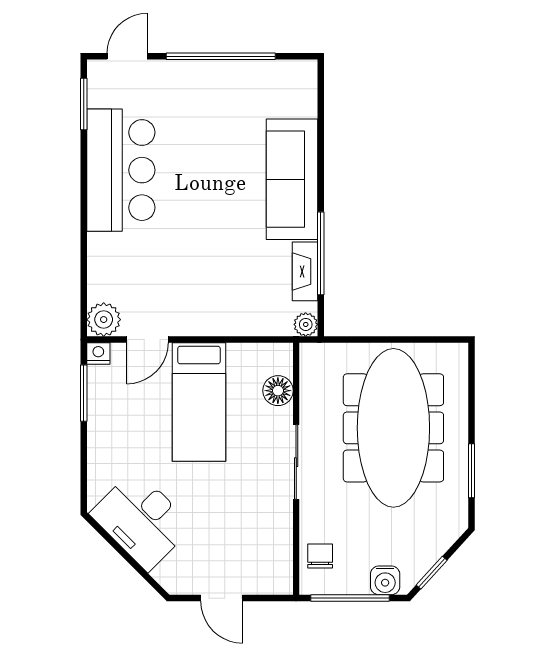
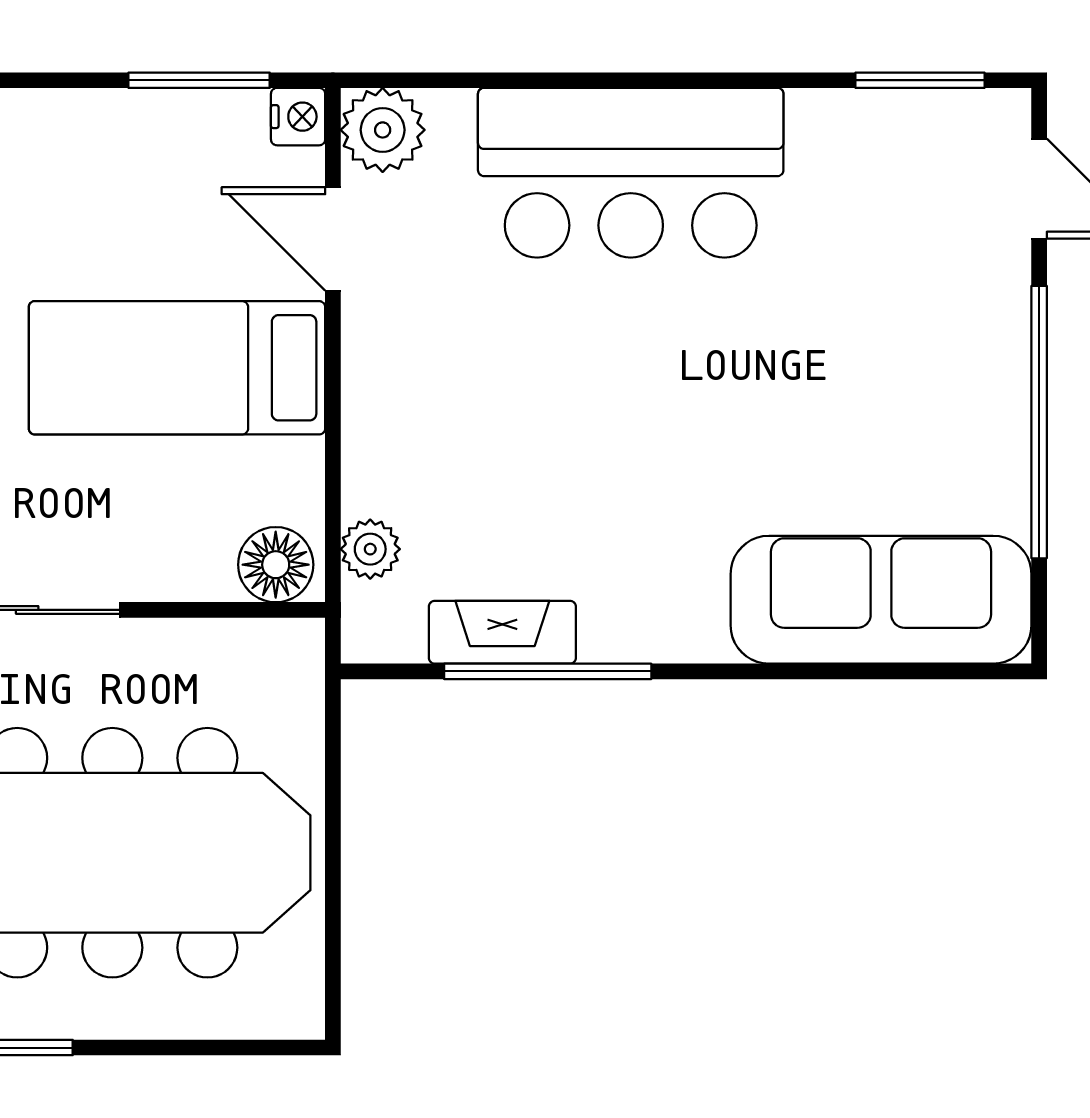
bar counter: (121, 170) -> (631, 173), moved
sofa: (292, 179) -> (881, 600), moved
plant: (306, 324) -> (370, 549), moved
floor lamp: (278, 391) -> (276, 565), moved

